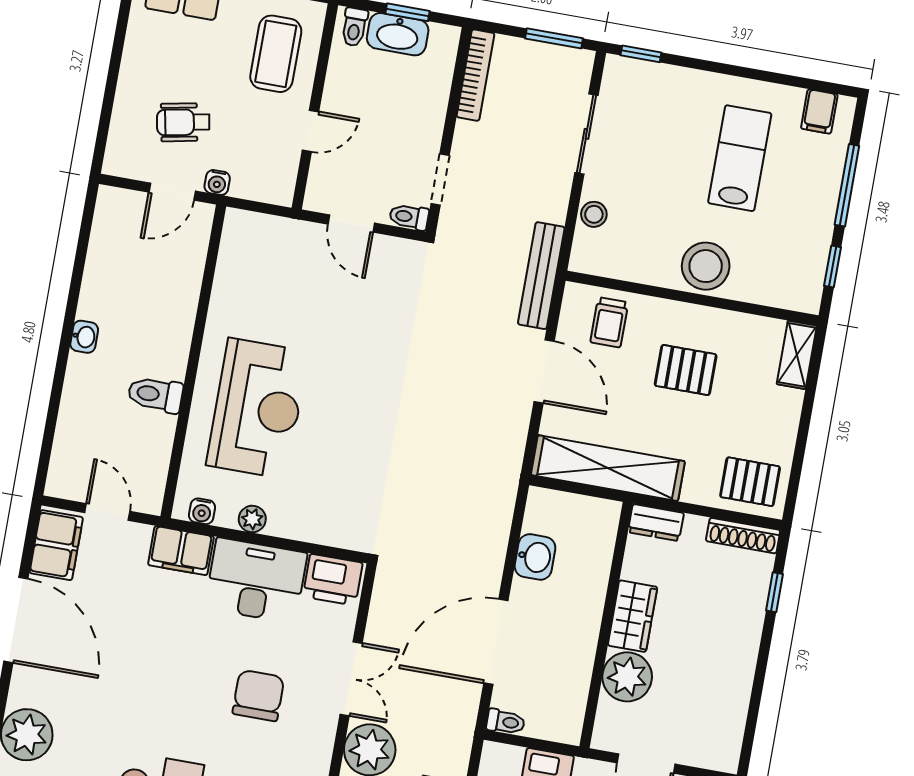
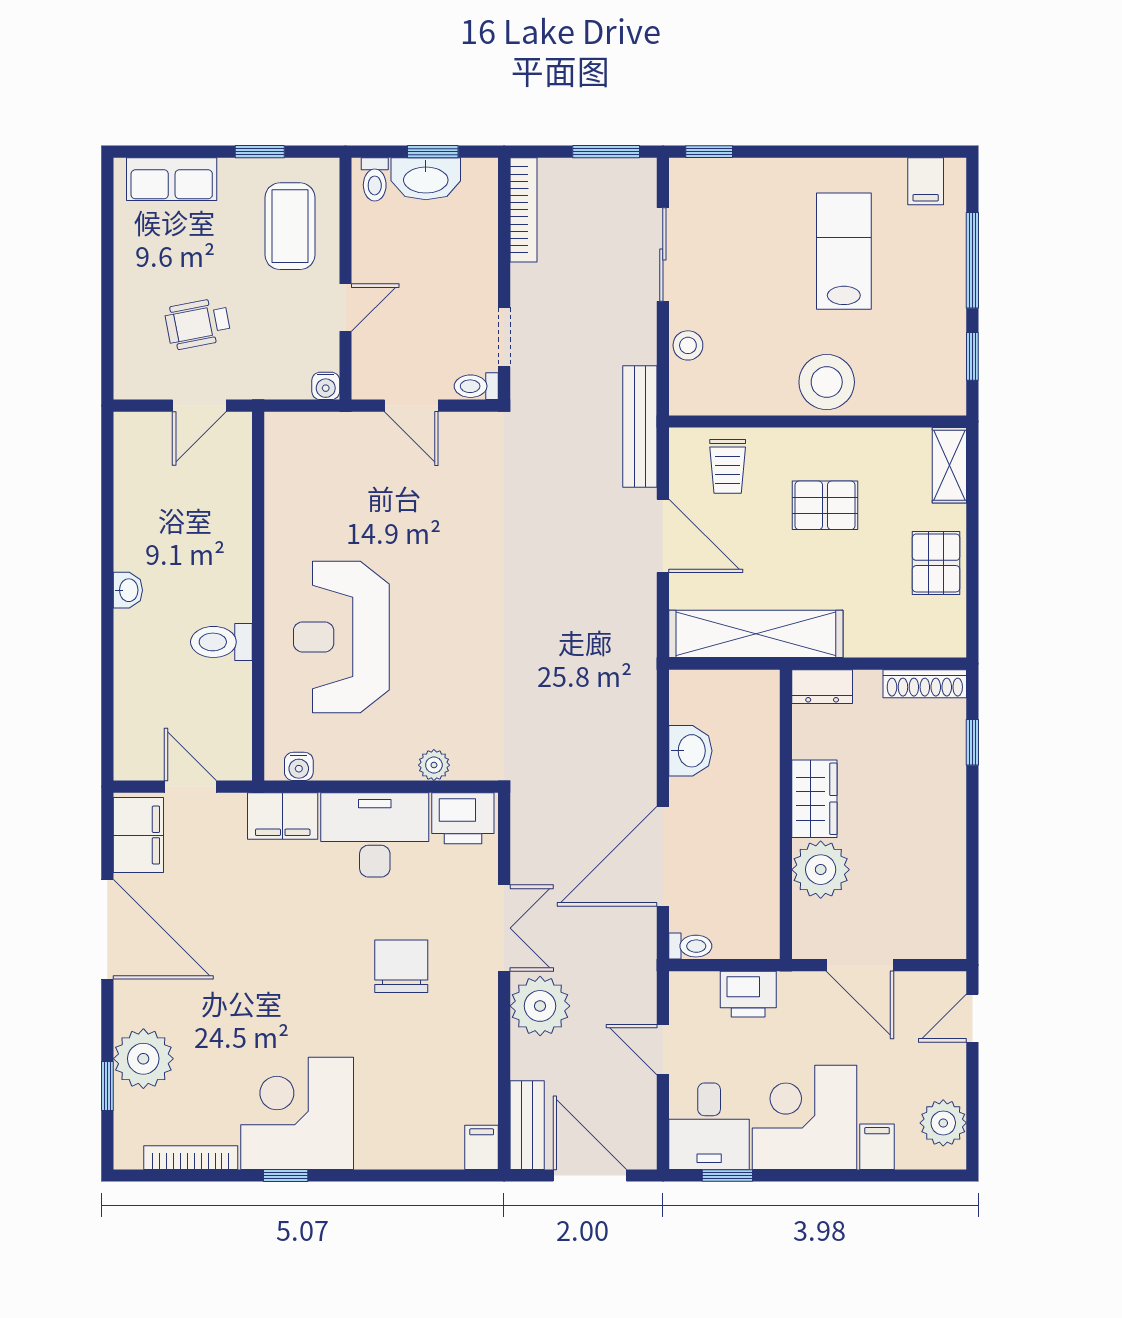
water cooler: (217, 182) -> (326, 386), moved
reception desk: (257, 408) -> (341, 637), turned 180
pallet: (750, 482) -> (936, 563), moved, turned 90
plant: (252, 519) -> (434, 765), moved

